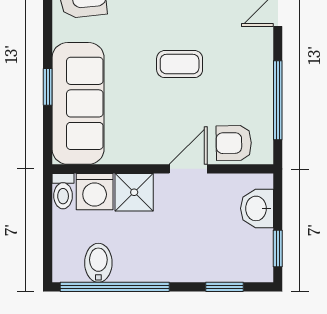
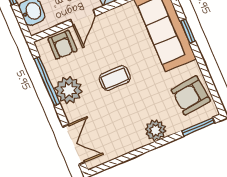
plant: (252, 75) -> (69, 90), added
armchair: (234, 143) -> (62, 45), turned 91

